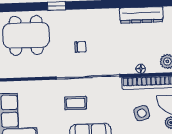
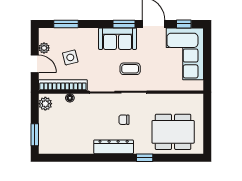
dresser: (141, 15) -> (114, 147), moved

